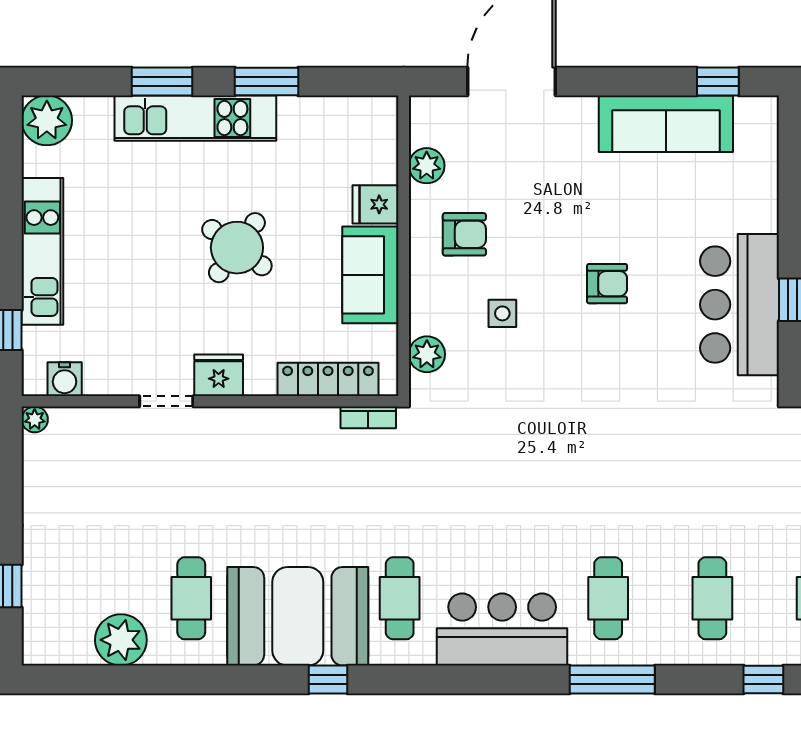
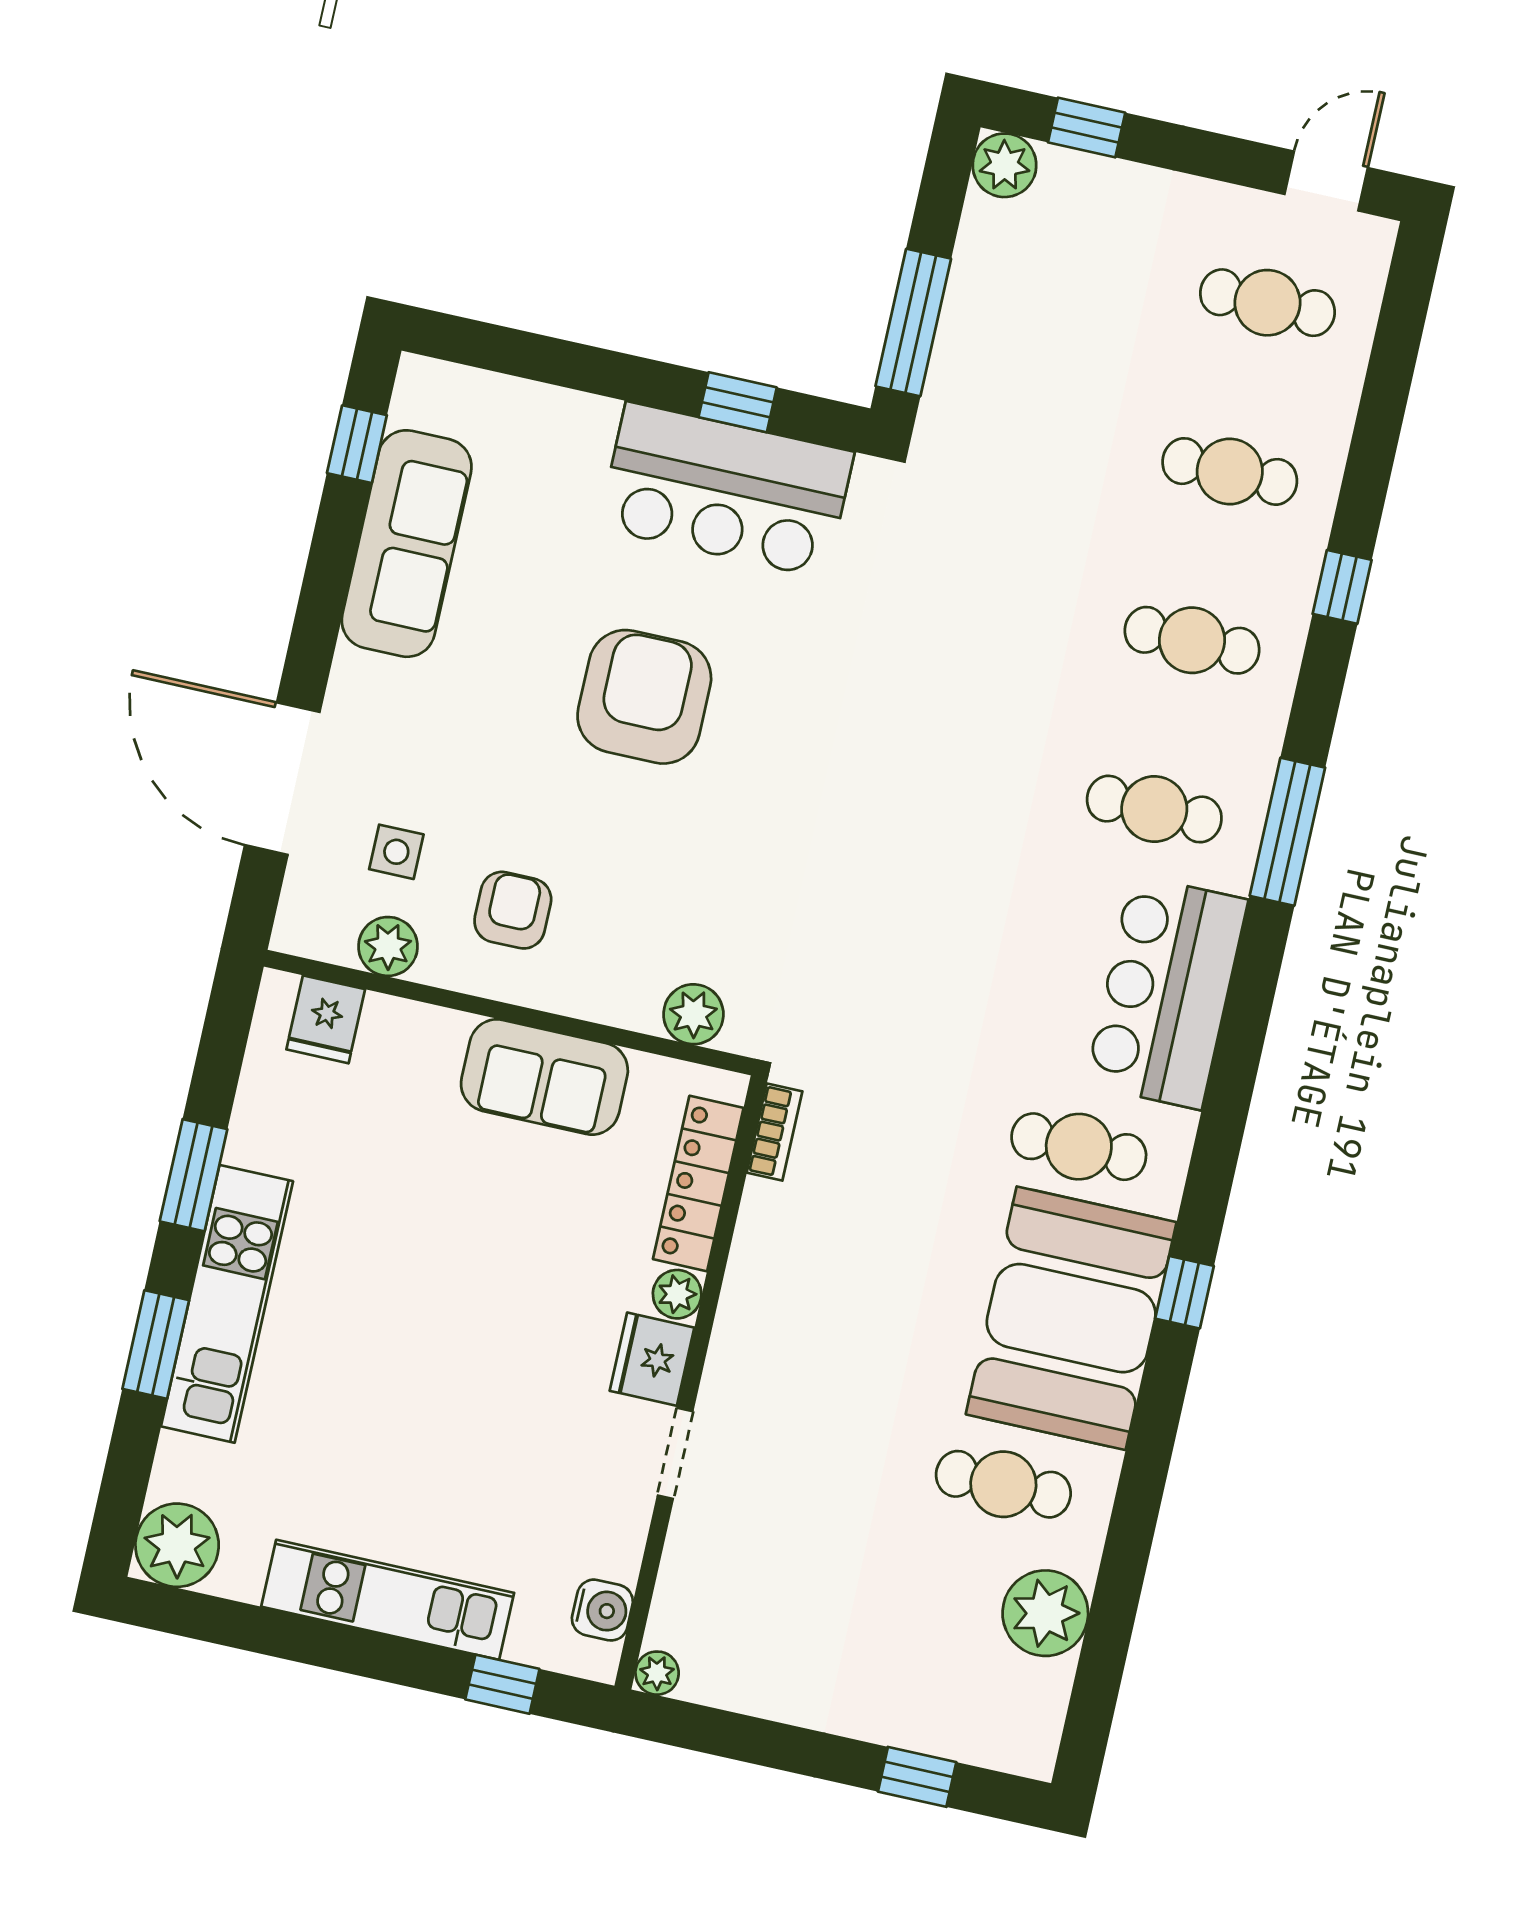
fridge: (376, 204) -> (326, 1019), moved
round table: (237, 248) -> (452, 1283), removed
armchair: (607, 284) -> (644, 697), width x1.88, depth x1.88
side table: (502, 313) -> (396, 852), moved
plant: (260, 381) -> (677, 1294), added

